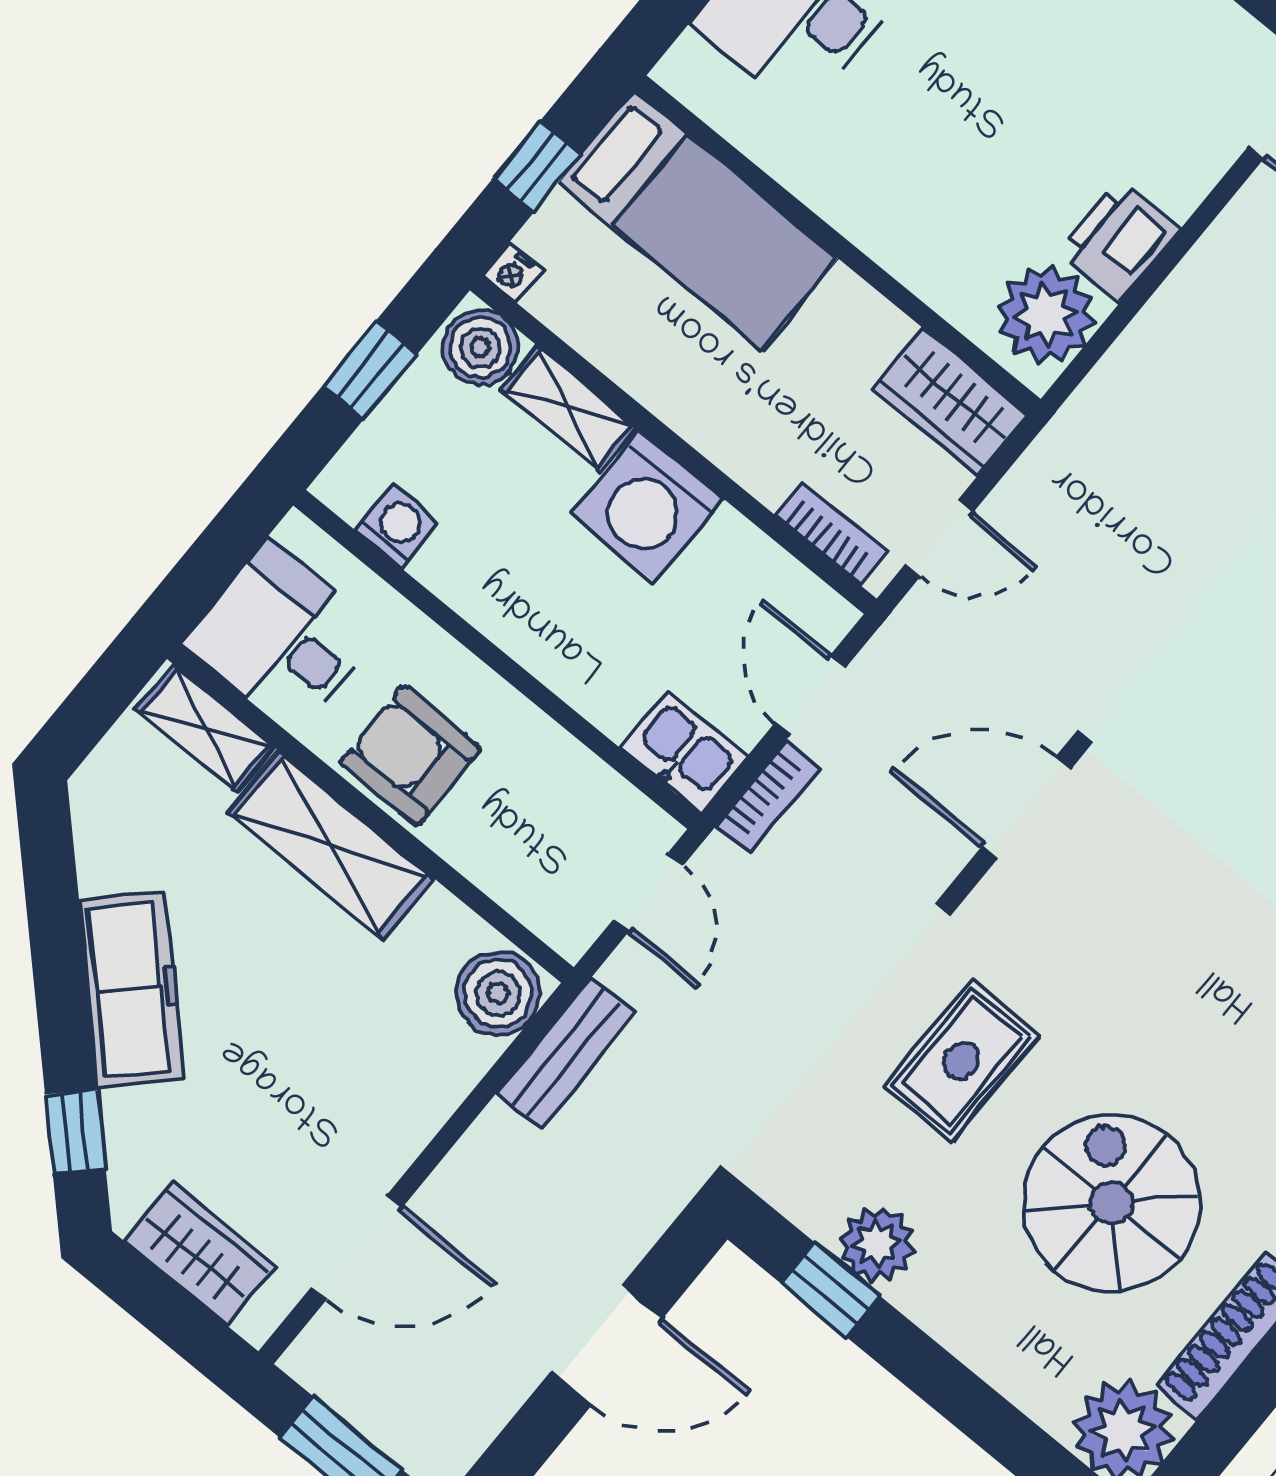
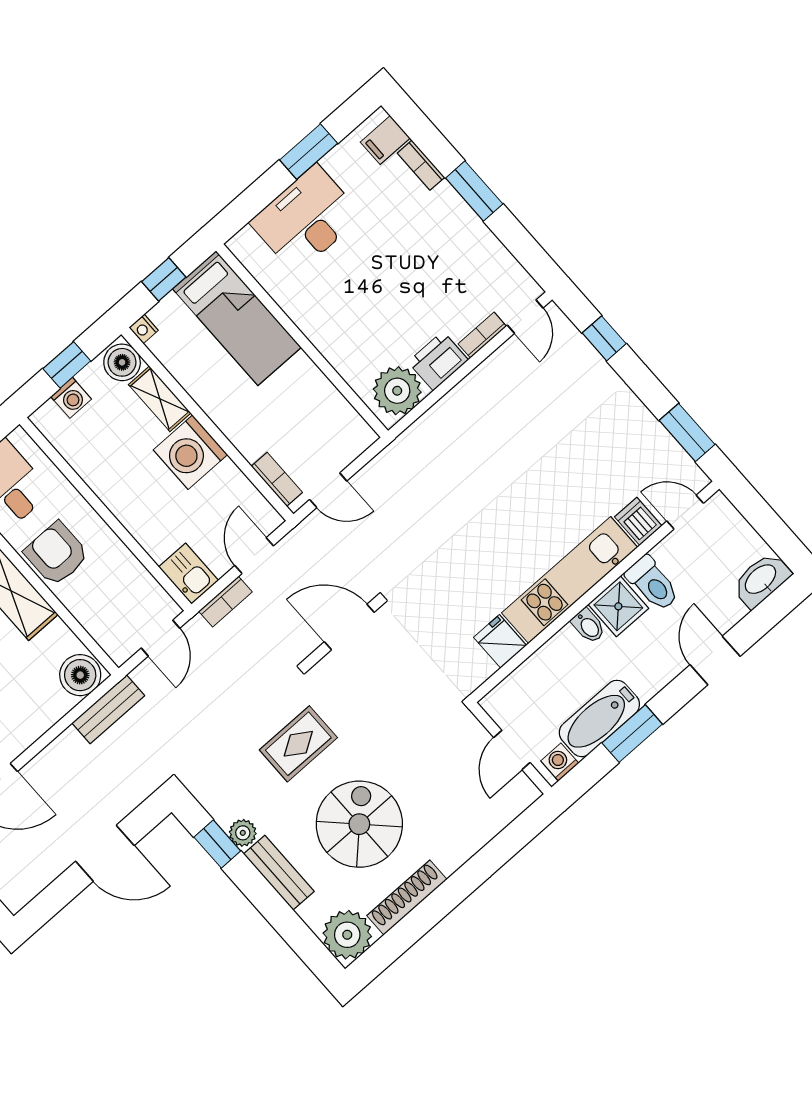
bookcase: (1200, 174) -> (482, 335), added
wardrobe: (950, 402) -> (344, 425), removed
washing machine: (397, 526) -> (71, 398), moved, turned 90
plant: (877, 1244) -> (243, 833), width x0.73, depth x0.73
bench: (964, 1327) -> (279, 873), added

